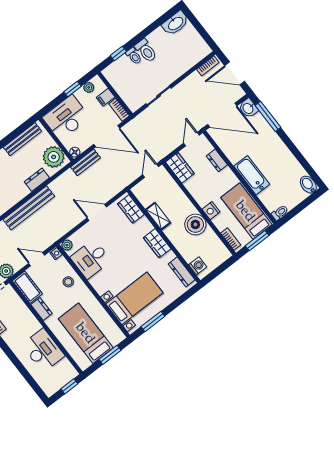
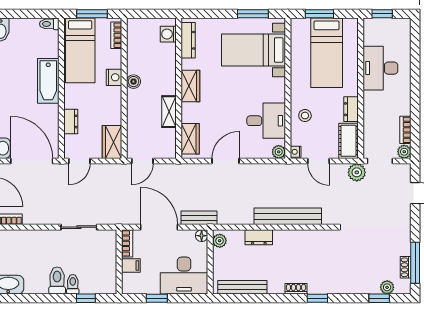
plant: (89, 87) -> (140, 288), removed
plant: (54, 157) -> (220, 241), width x0.53, depth x0.53
door: (97, 212) -> (226, 161), swing flipped
boiler: (195, 224) -> (133, 82), width x0.54, depth x0.54

